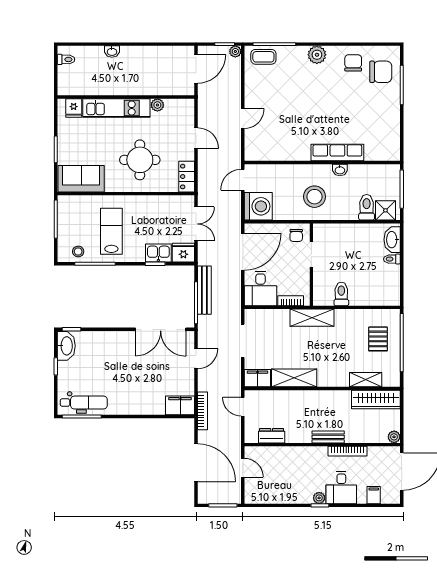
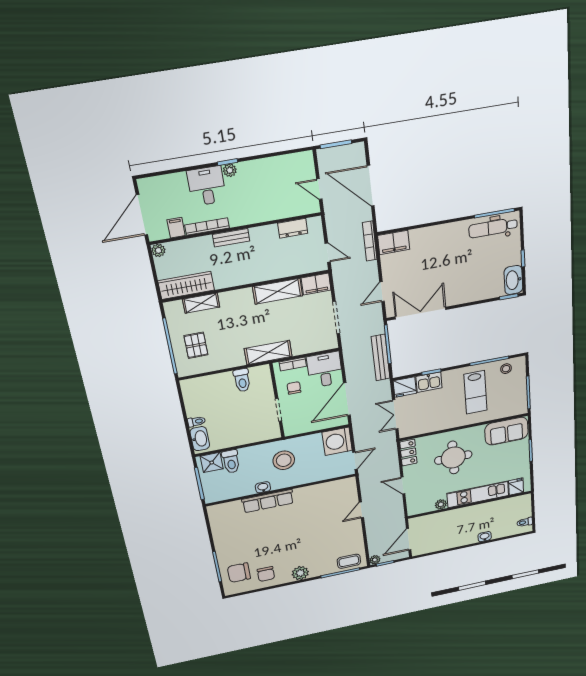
chair: (296, 235) -> (294, 388), moved
filing cabinet: (374, 495) -> (176, 228), moved, turned 180

